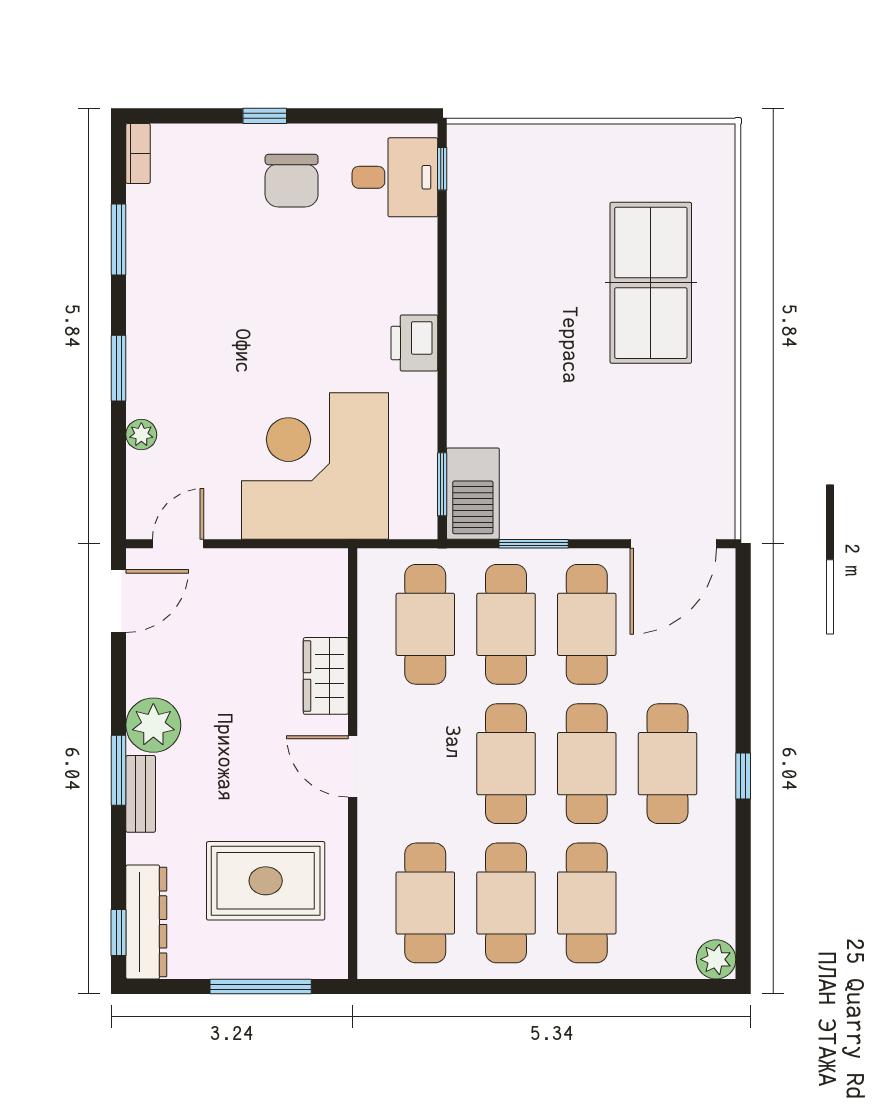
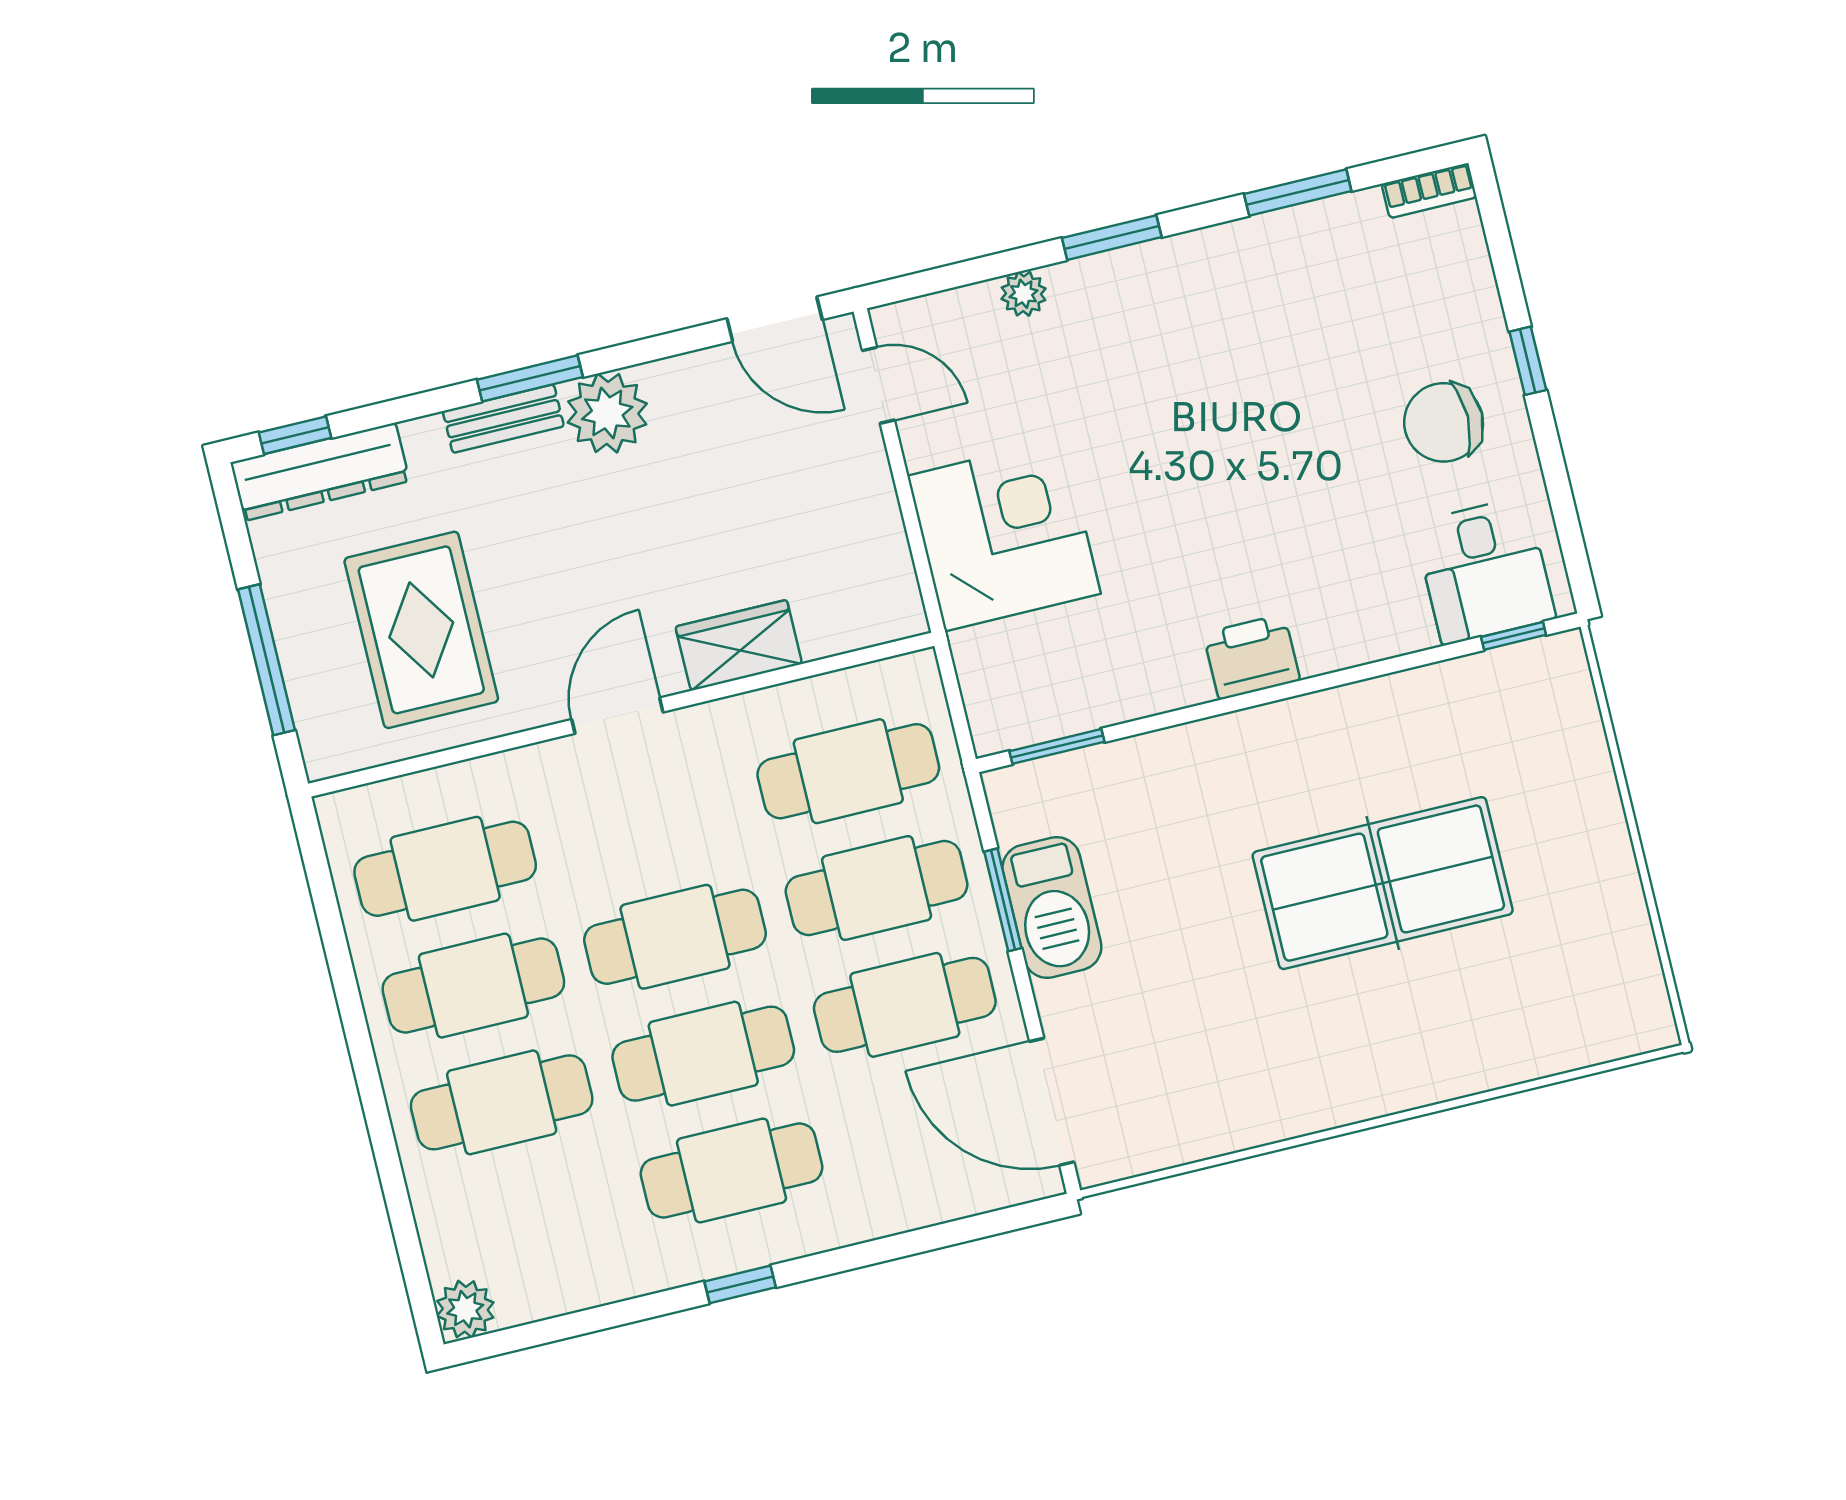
table tennis table: (651, 283) -> (1383, 883), moved
corner desk: (315, 466) -> (1004, 535), width x0.74, depth x0.74
barbecue: (473, 494) -> (1052, 907), moved, turned -90

